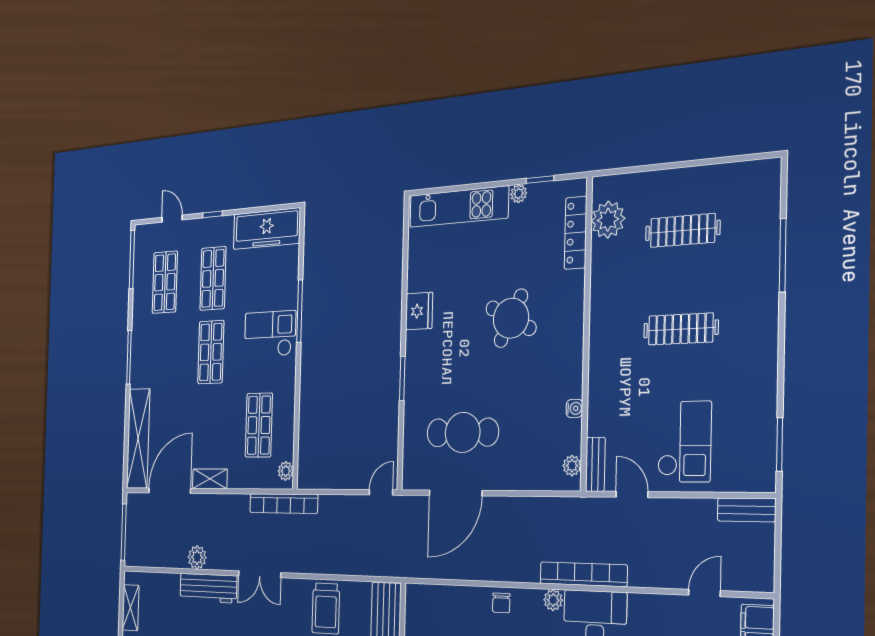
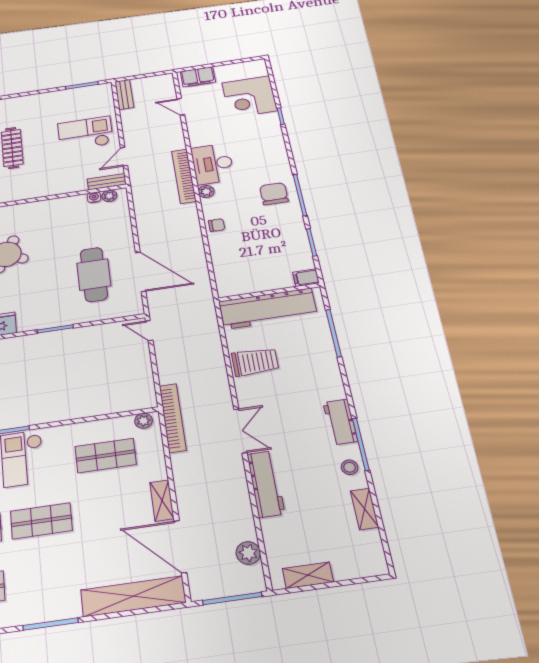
water cooler: (574, 408) -> (94, 197), moved
plant: (197, 557) -> (248, 553), moved

